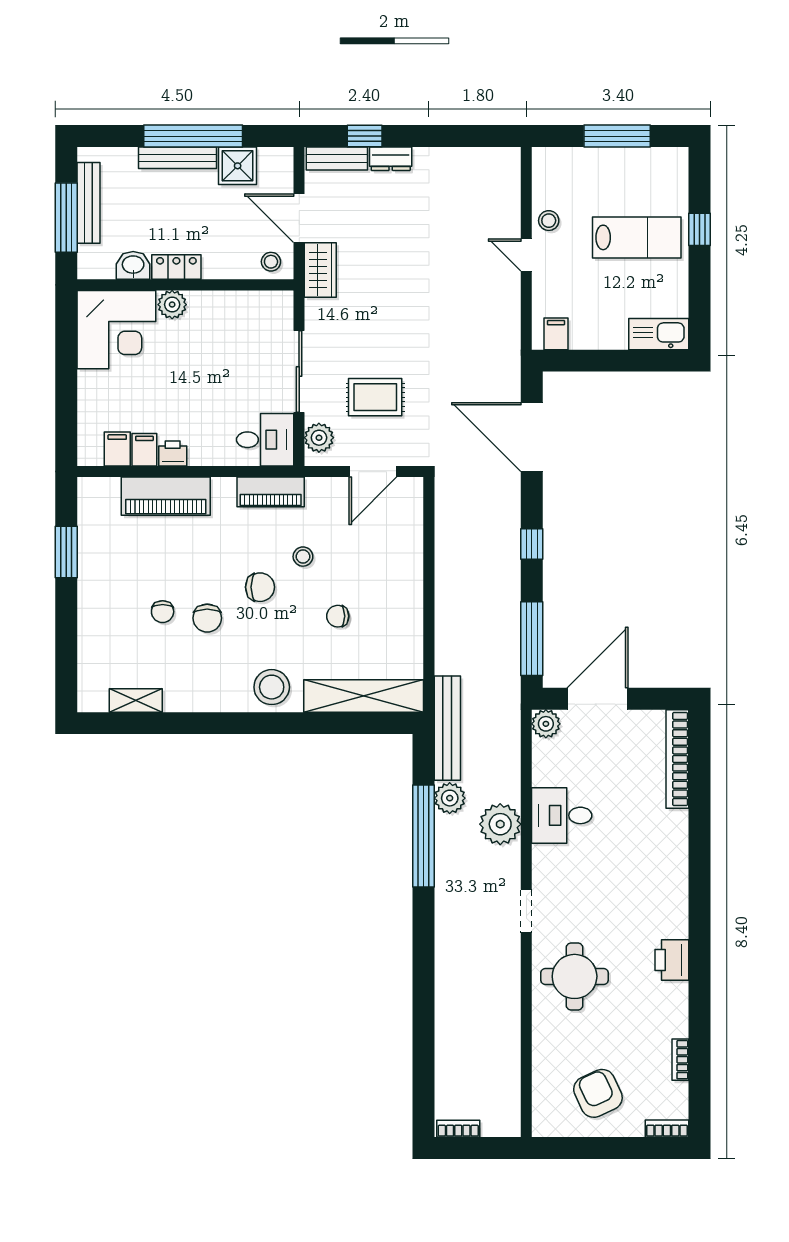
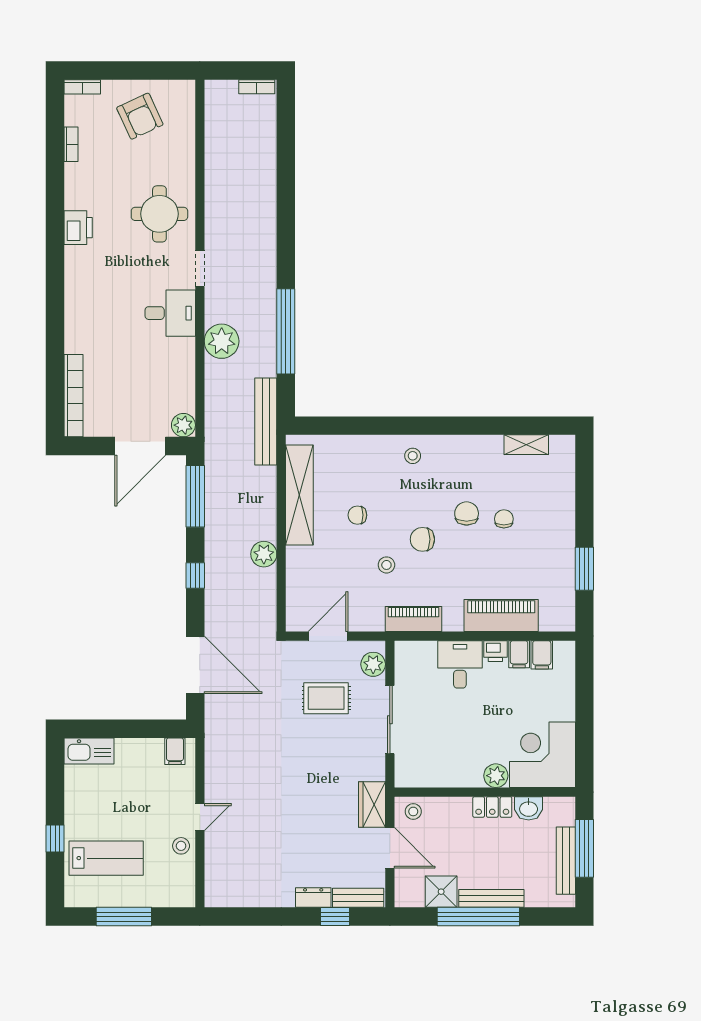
lab bench: (637, 237) -> (106, 858), moved, turned 180
door: (526, 255) -> (200, 817), hinge flipped
desk: (265, 440) -> (460, 664), moved, turned 90
chair: (338, 616) -> (357, 515), turned 180
stool: (272, 687) -> (413, 456), width x0.53, depth x0.53
shelving: (364, 696) -> (299, 495), moved, turned 90
plant: (450, 798) -> (264, 554), moved
desk: (562, 815) -> (170, 313), moved

